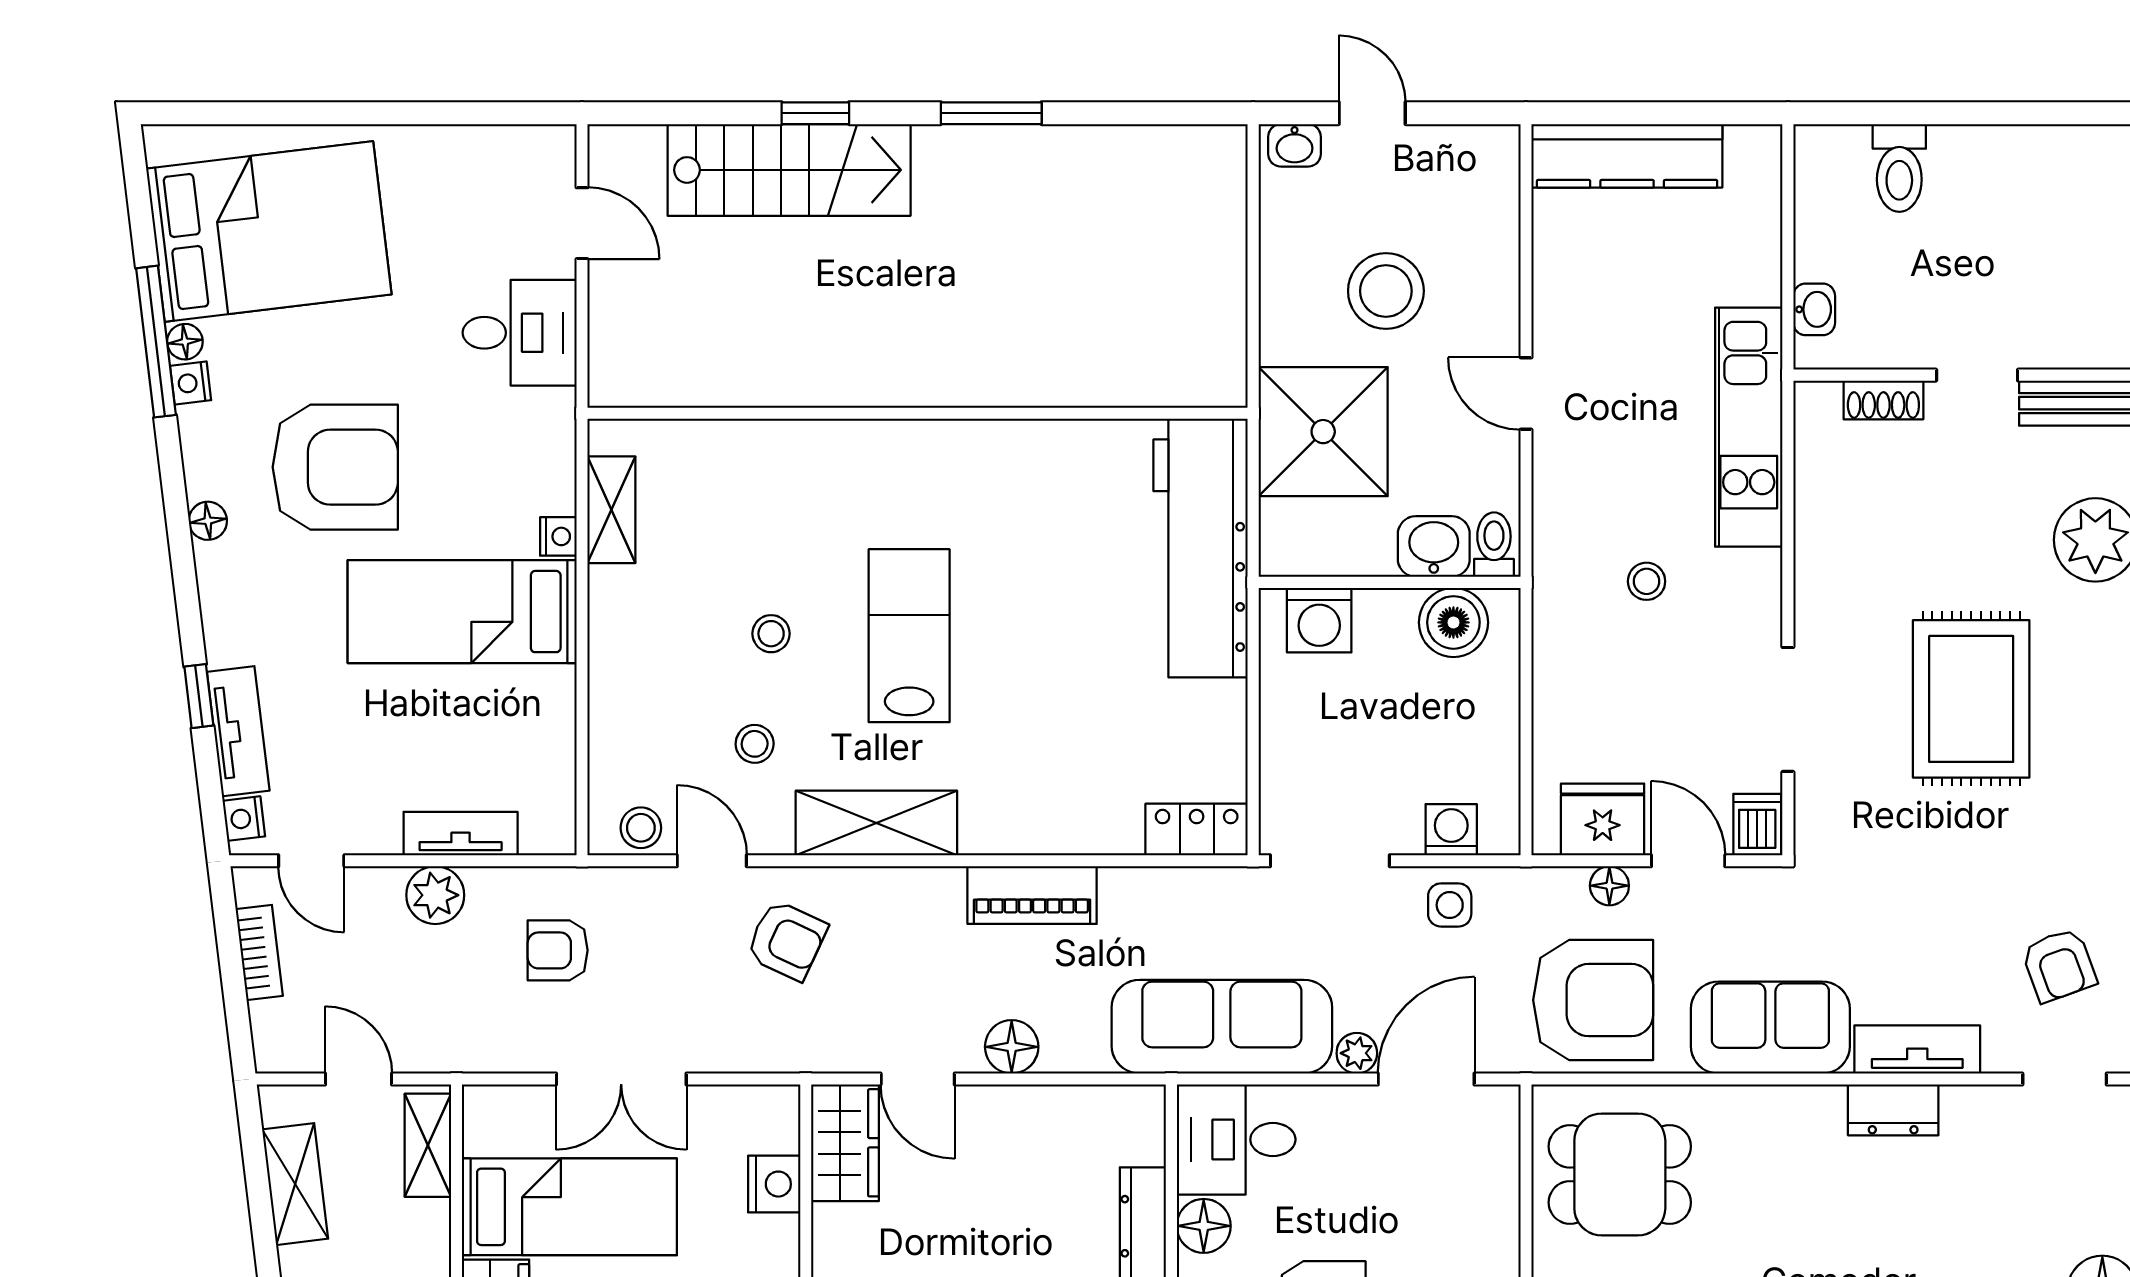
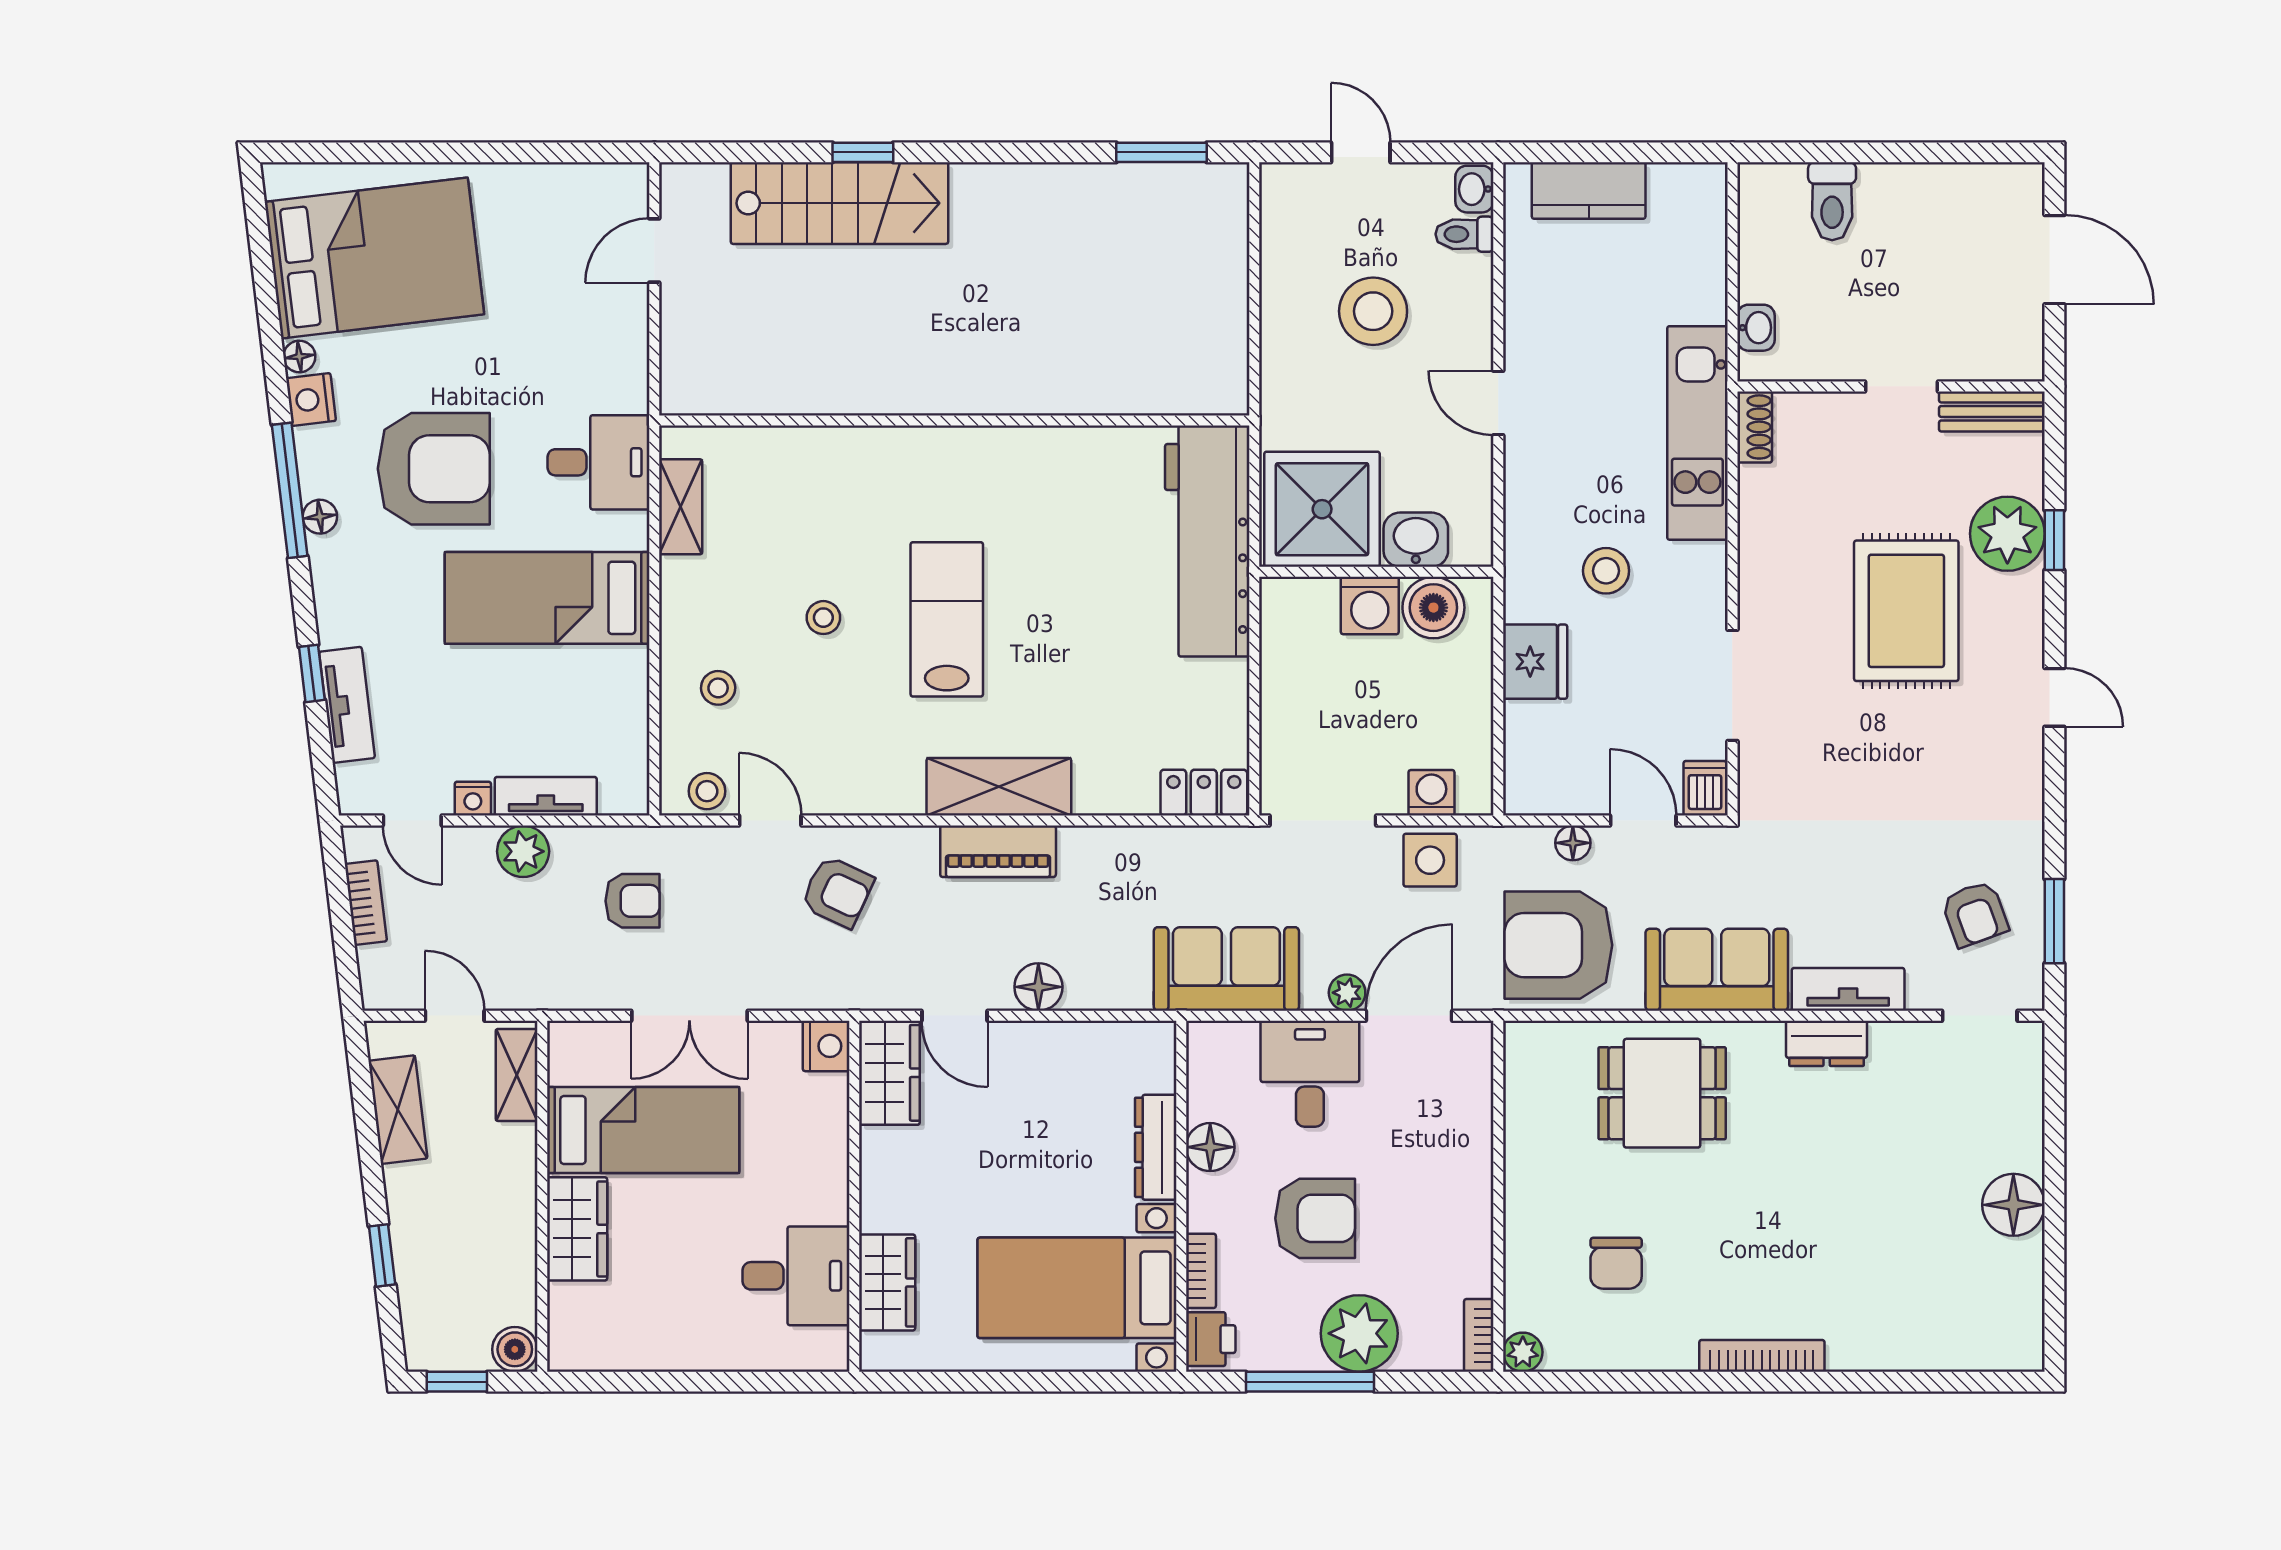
window: (991, 113) -> (1162, 152), moved
washbasin: (1295, 145) -> (1474, 189), moved, turned 90
kitchen counter: (1627, 156) -> (1589, 190), width x0.67
door: (582, 223) -> (654, 251), swing flipped
desk: (520, 333) -> (599, 462), moved
window: (156, 342) -> (290, 490), moved
nightstand: (191, 383) -> (311, 400), width x1.39, depth x1.35
shoe rack: (1883, 400) -> (1755, 427), moved, turned -90
shower: (1323, 432) -> (1322, 509), moved
nightstand: (558, 536) -> (633, 531), removed
toilet: (1494, 545) -> (1464, 234), moved, turned -90
stool: (1647, 581) -> (1606, 571), width x1.37, depth x1.37
washing machine: (1319, 620) -> (1370, 605), moved
rug: (1971, 699) -> (1906, 611), moved
stool: (755, 744) -> (718, 688), moved
nightstand: (244, 819) -> (473, 799), moved, turned -83
fridge: (1603, 819) -> (1535, 662), moved, turned 90
shelving: (876, 823) -> (999, 787), moved
piano: (1032, 895) -> (998, 851), moved
side table: (1450, 905) -> (1430, 860), width x1.37, depth x1.37
armchair: (558, 950) -> (633, 901), turned 180
armchair: (1593, 1000) -> (1558, 945), turned 180
sofa: (1222, 1027) -> (1226, 969), width x0.73
desk: (1236, 1139) -> (1310, 1074), moved, turned 90
dining table: (1620, 1174) -> (1662, 1093), moved
nightstand: (774, 1184) -> (826, 1046), moved

